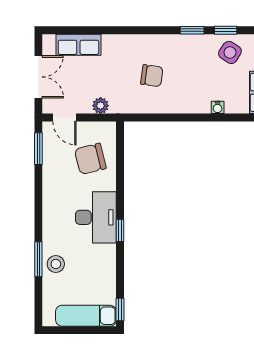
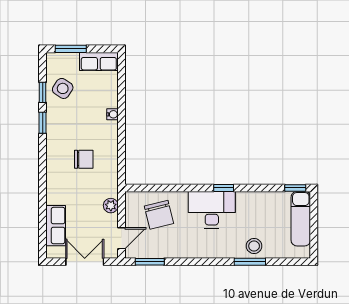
chair: (152, 76) -> (84, 159), turned 82
water cooler: (218, 107) -> (112, 114), moved

